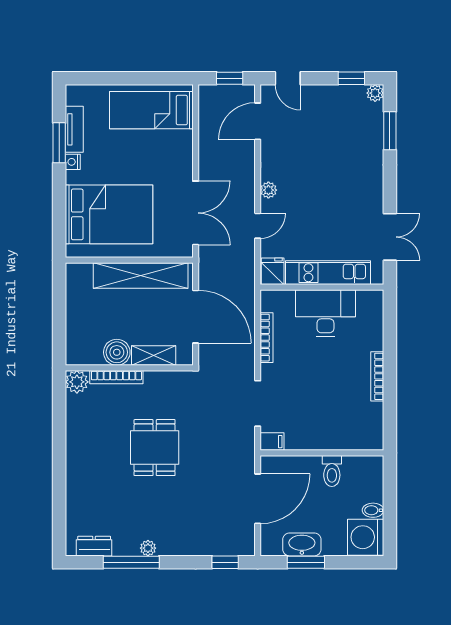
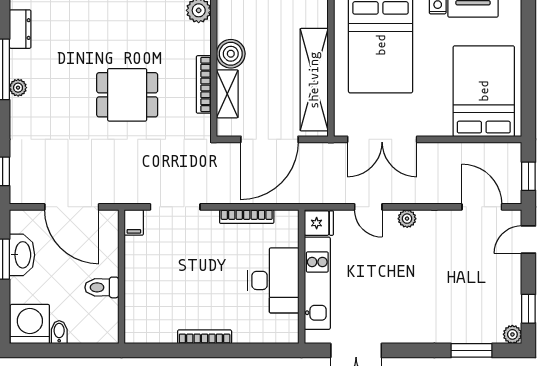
bed: (151, 110) -> (484, 91), width x1.50
bookcase: (116, 377) -> (204, 84), moved

